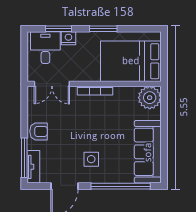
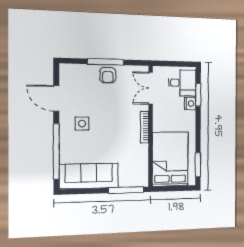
window: (103, 29) -> (198, 165), moved
plant: (150, 98) -> (138, 177), removed
window: (164, 111) -> (126, 190), added
window: (24, 158) -> (106, 62), moved
tv unit: (33, 167) -> (75, 70), removed

